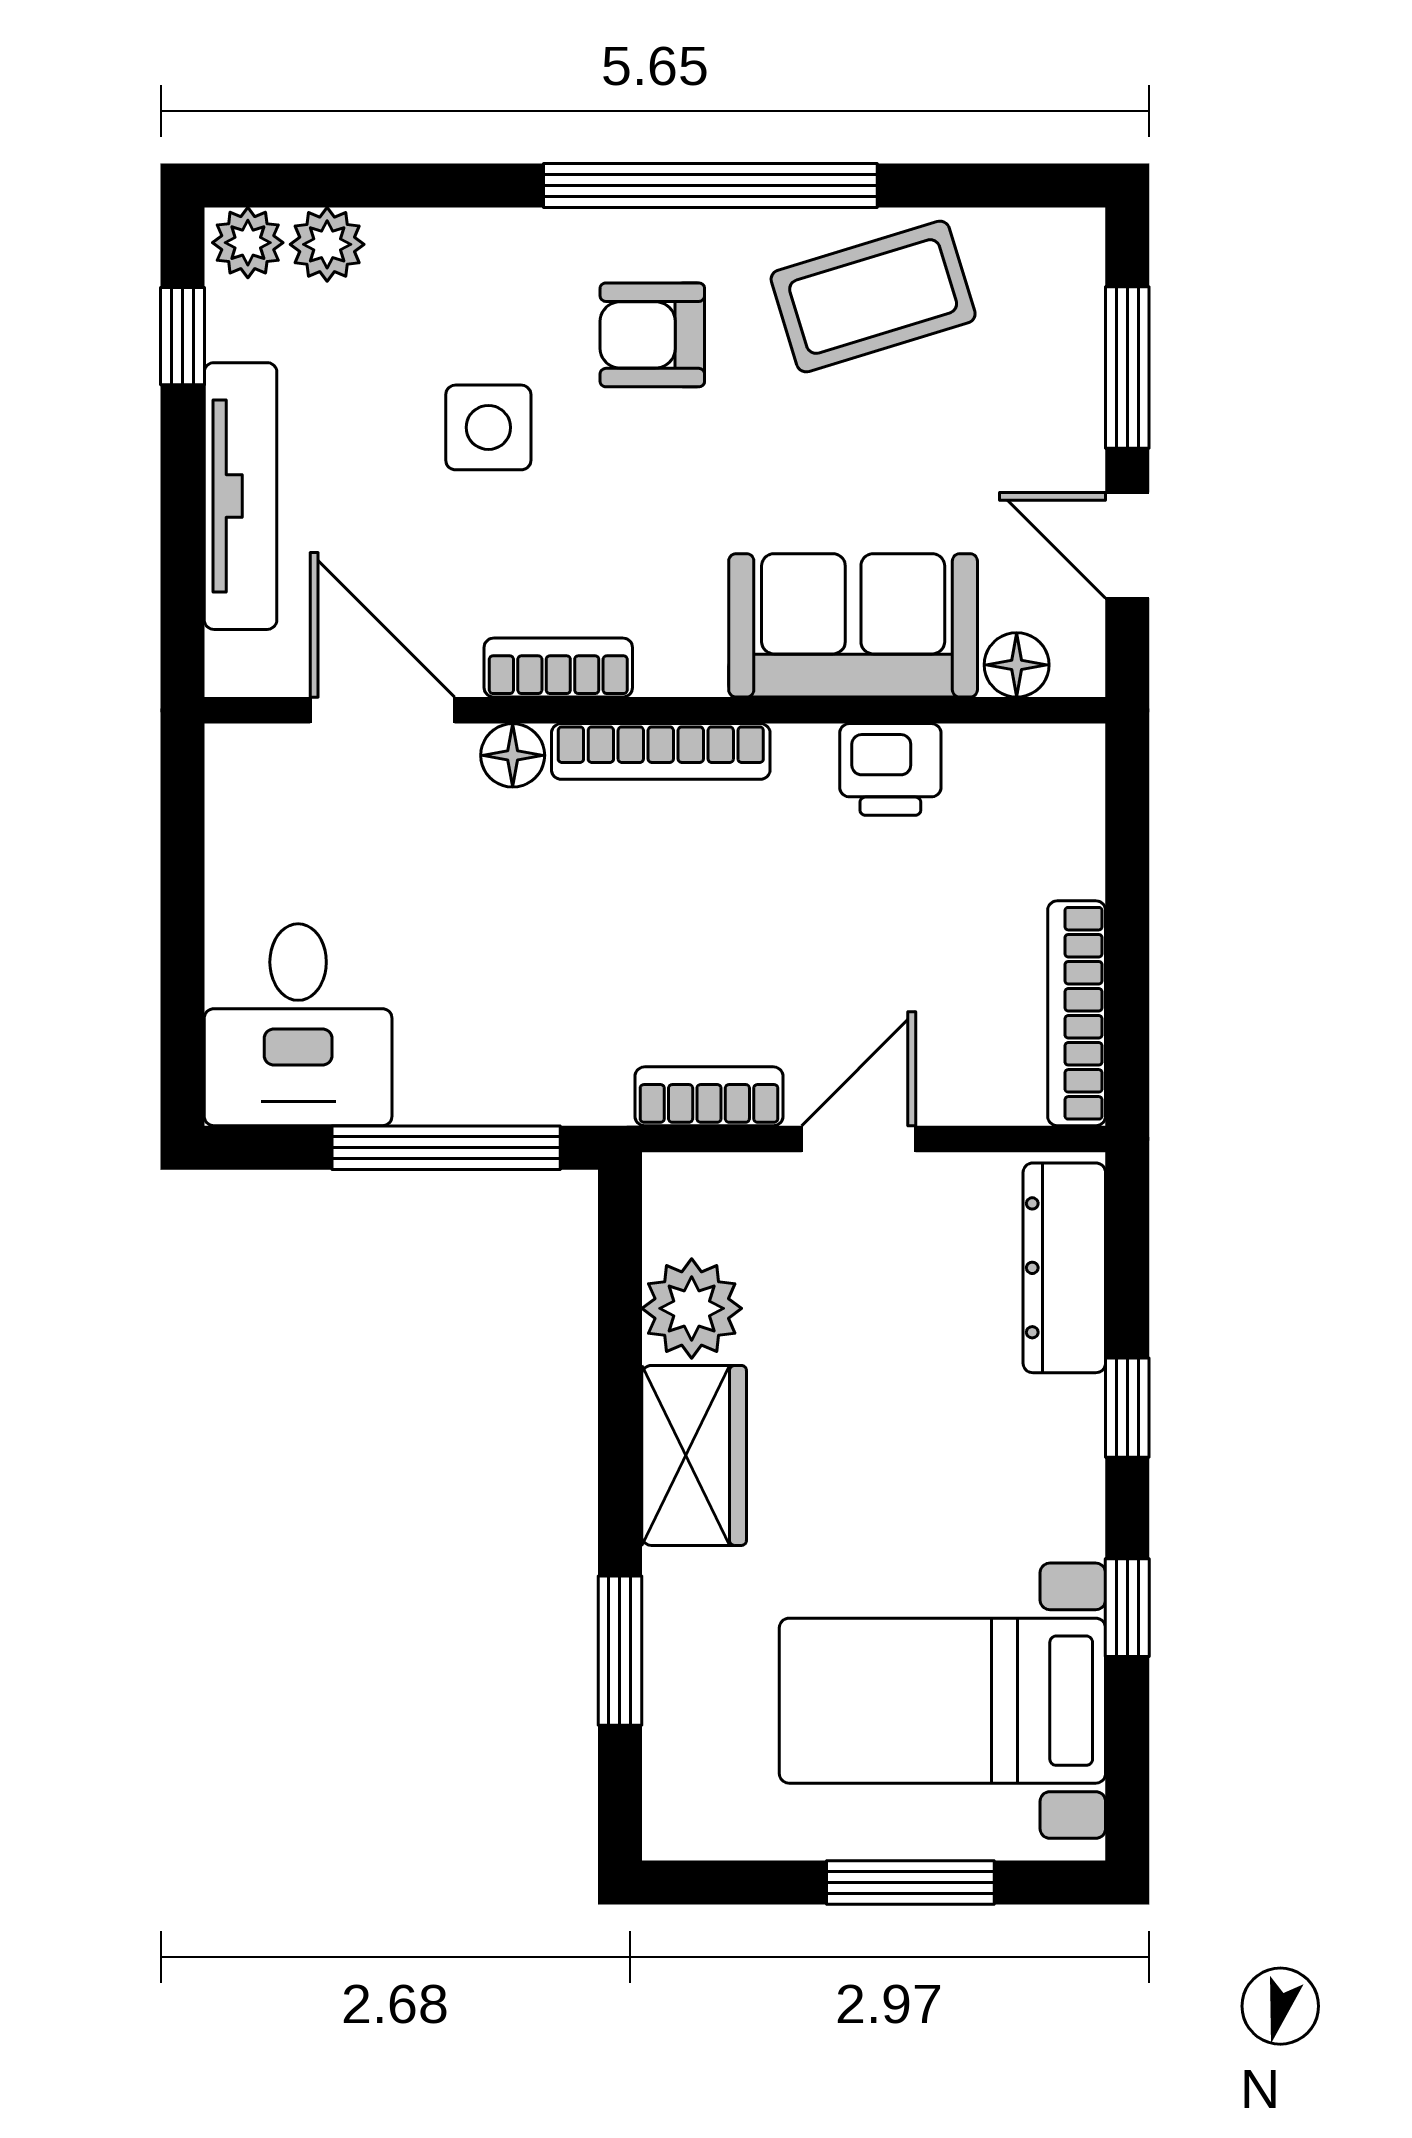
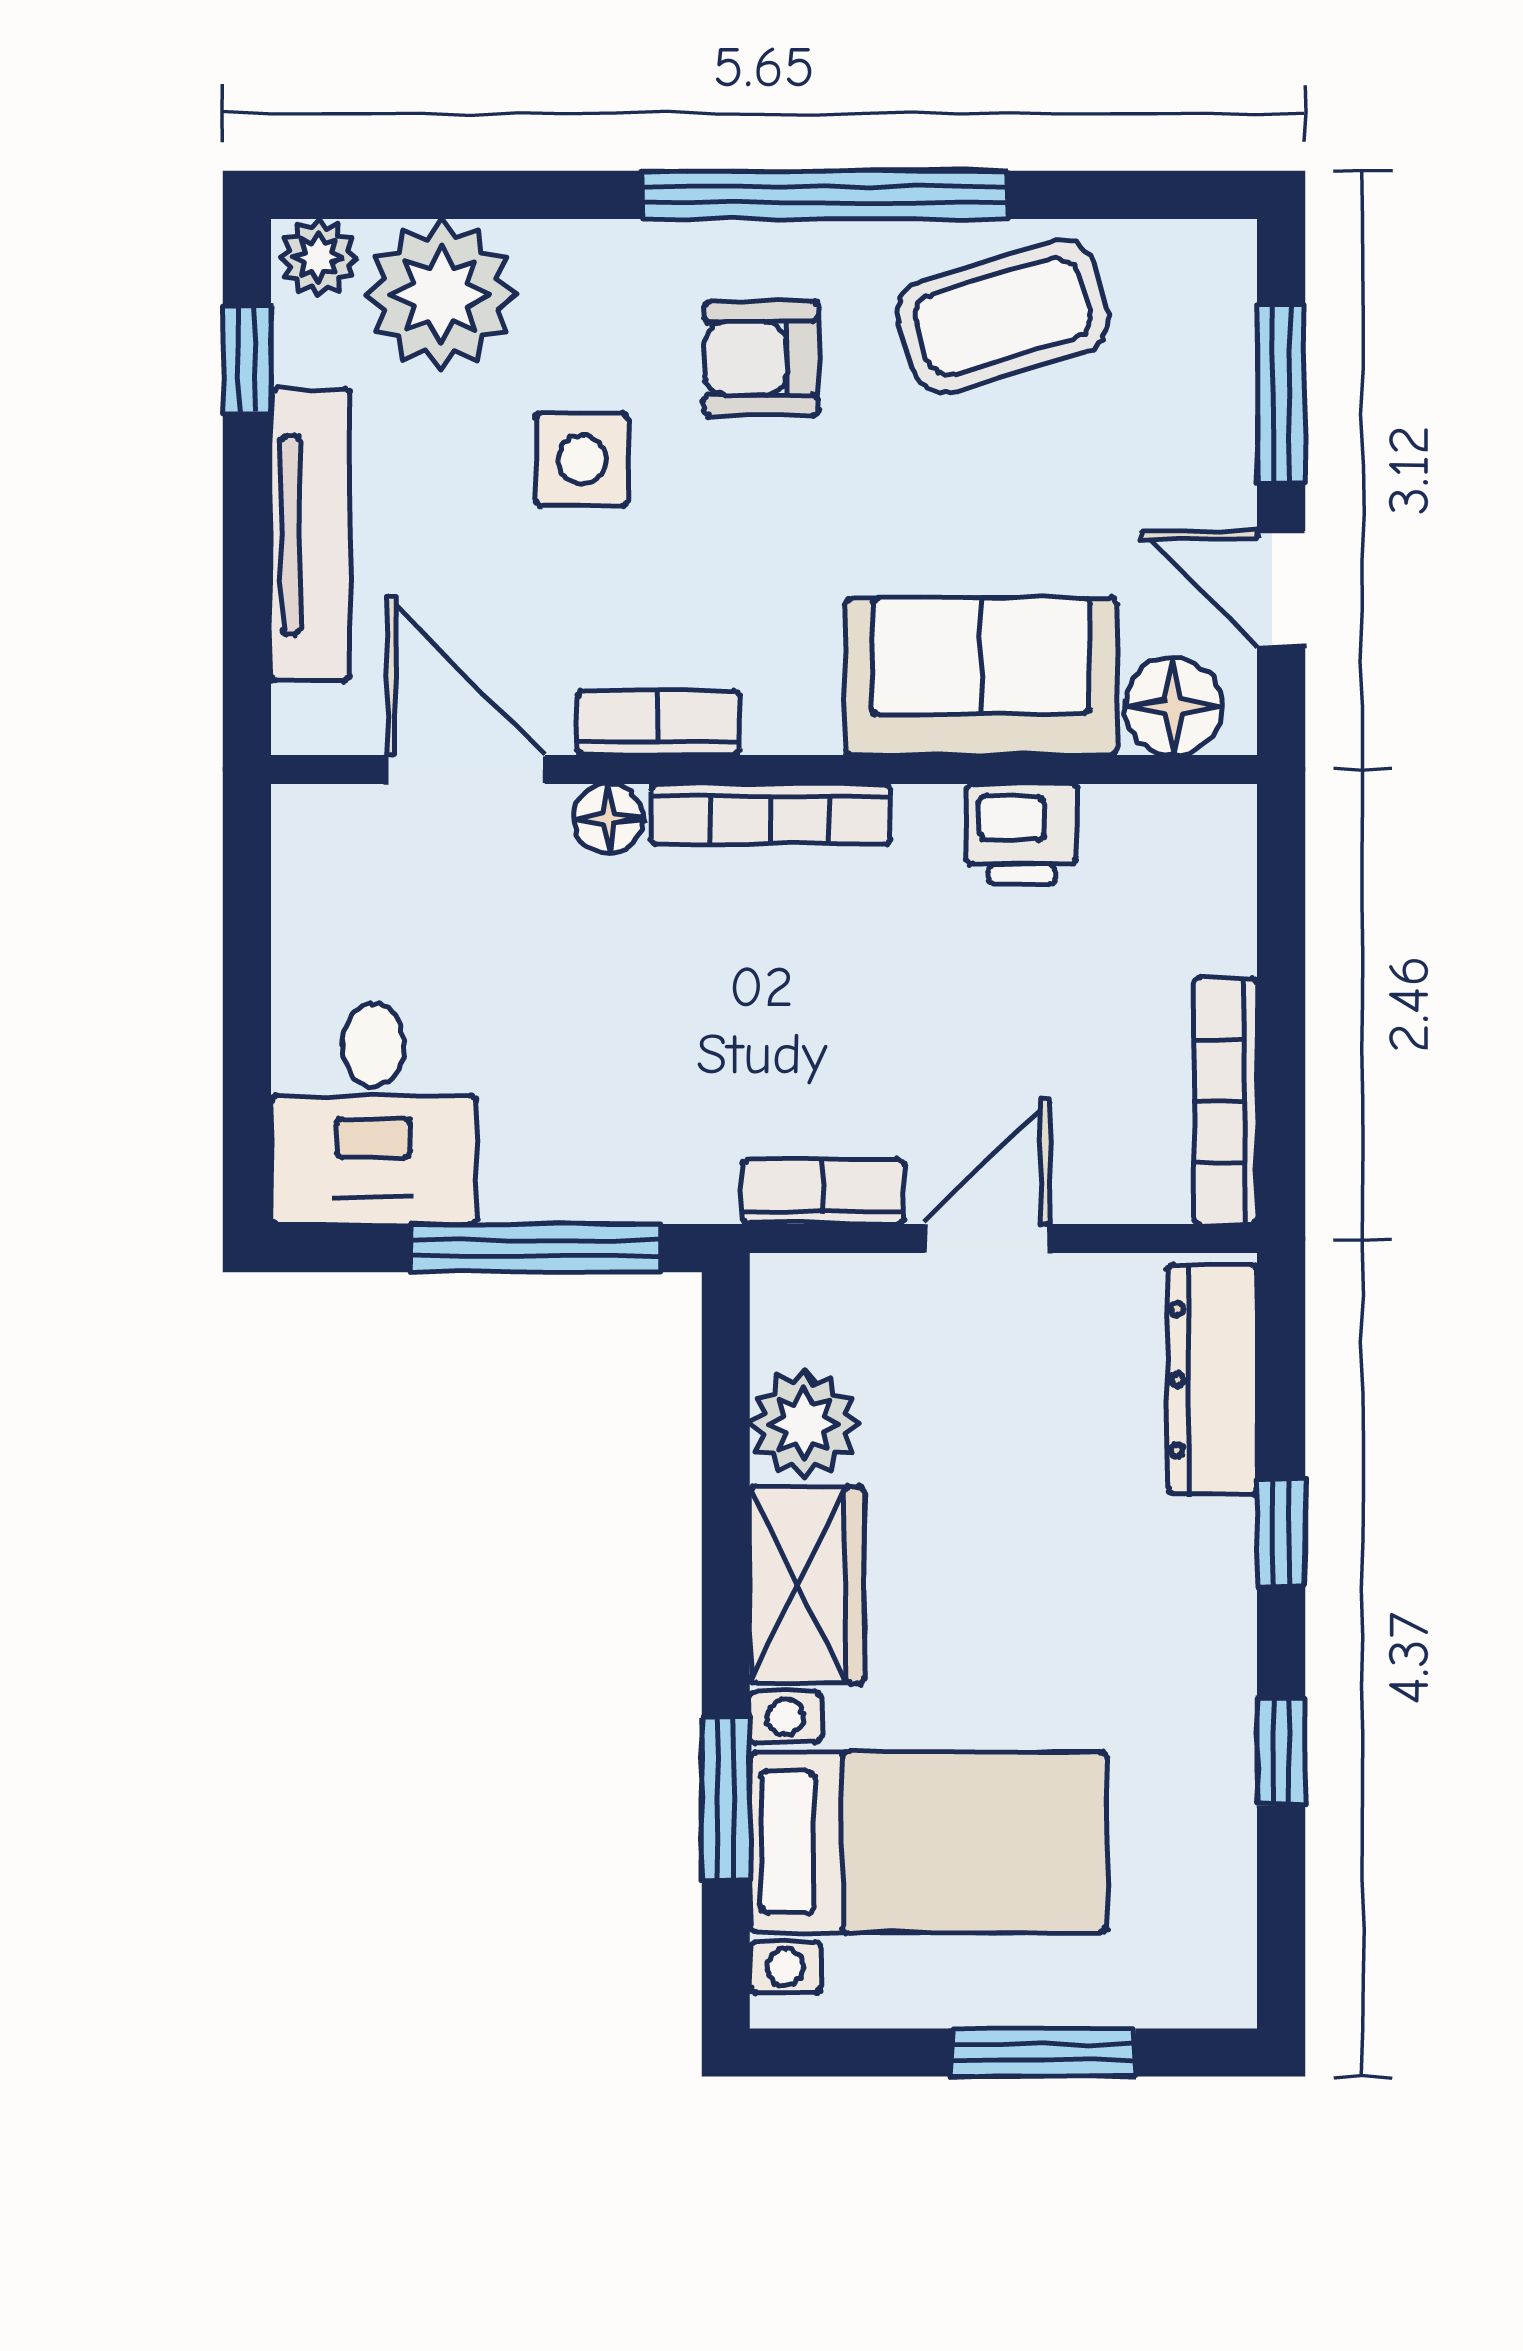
plant: (327, 244) -> (441, 295), width x1.88, depth x1.88
floor lamp: (1017, 665) -> (1173, 706), width x1.37, depth x1.37
bed with nightstands: (942, 1701) -> (928, 1842), moved, turned 180

